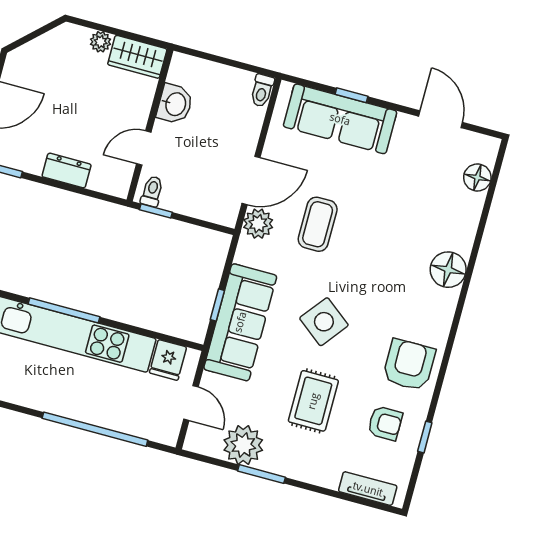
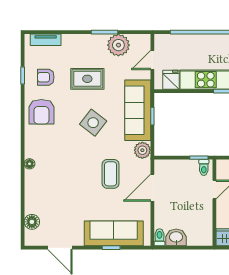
washbasin: (175, 104) -> (176, 237), moved, turned 90
plant: (258, 224) -> (142, 150), moved
floor lamp: (448, 270) -> (30, 164), width x0.53, depth x0.53
rug: (313, 401) -> (87, 79), turned 90
door: (191, 403) -> (152, 60), hinge flipped

